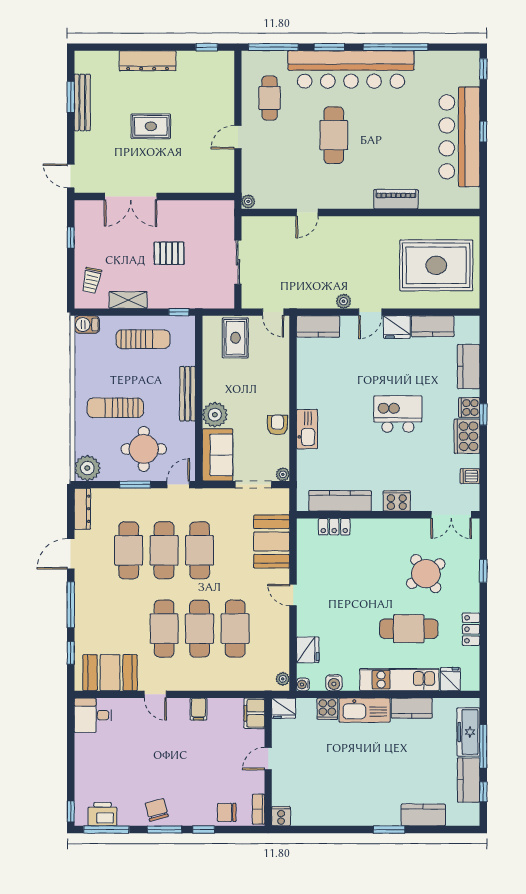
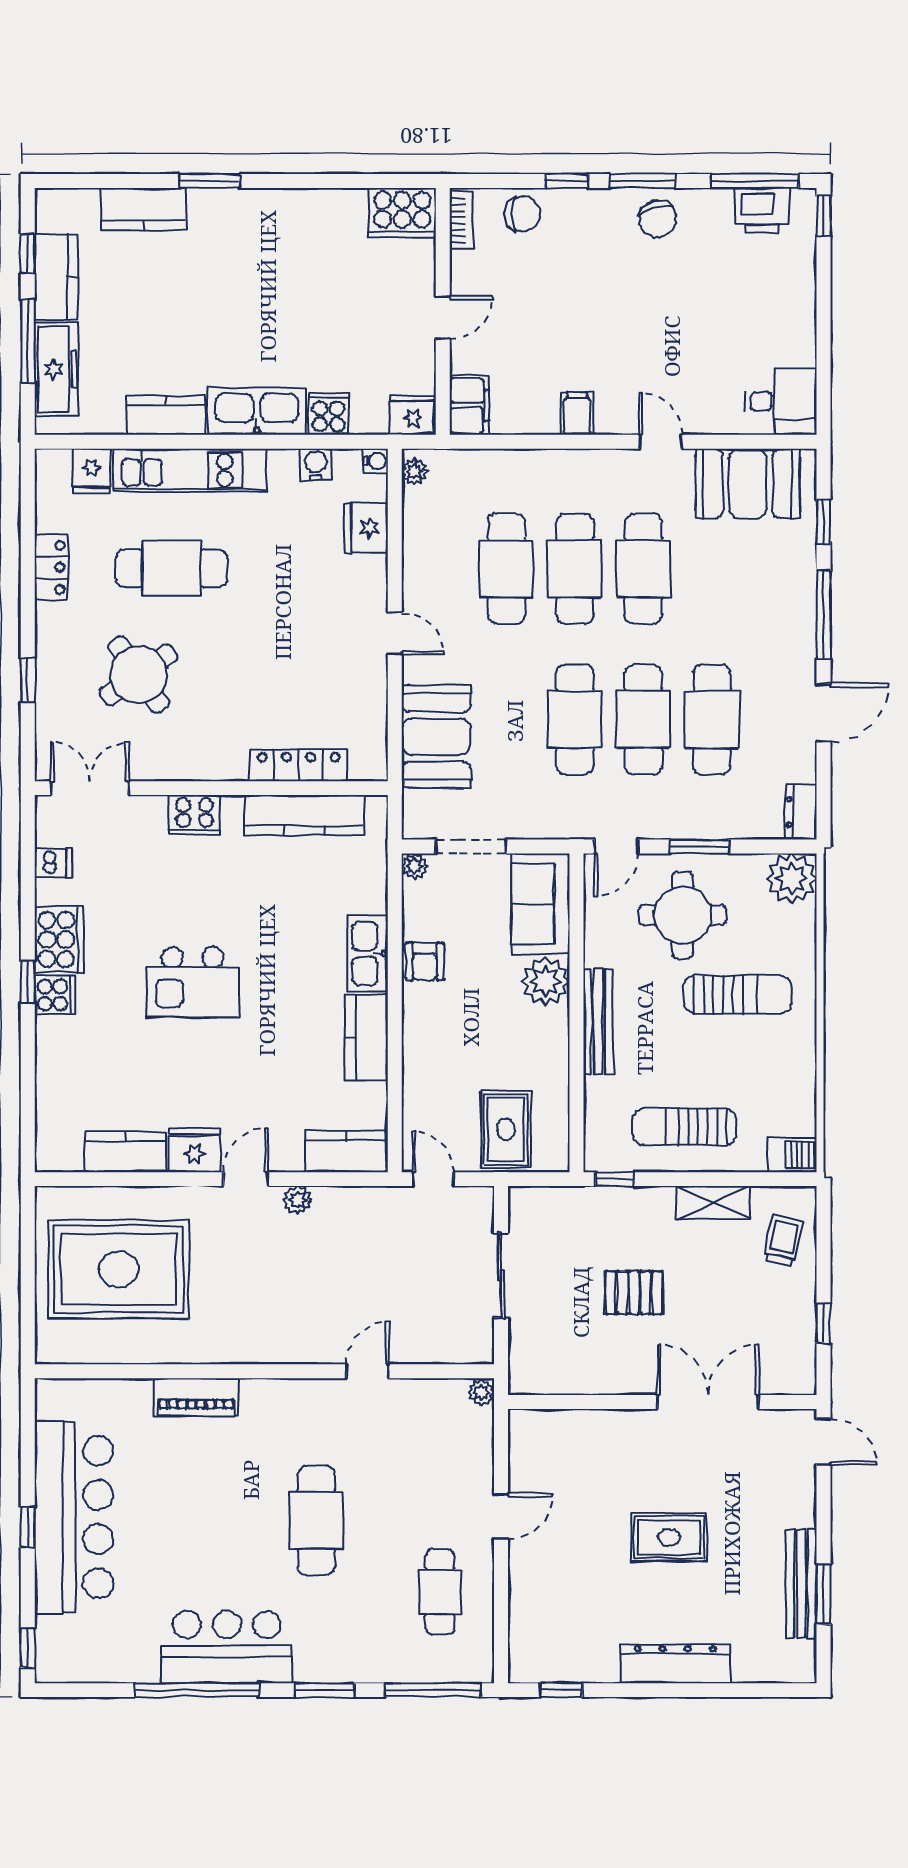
bar counter: (351, 69) -> (227, 1647), width x0.54
kitchen counter: (469, 367) -> (366, 1037), moved, turned 180
dresser: (82, 509) -> (801, 812), width x0.70
locker: (334, 527) -> (299, 765), width x1.53
cooker: (281, 816) -> (402, 213), width x1.87, depth x1.31

